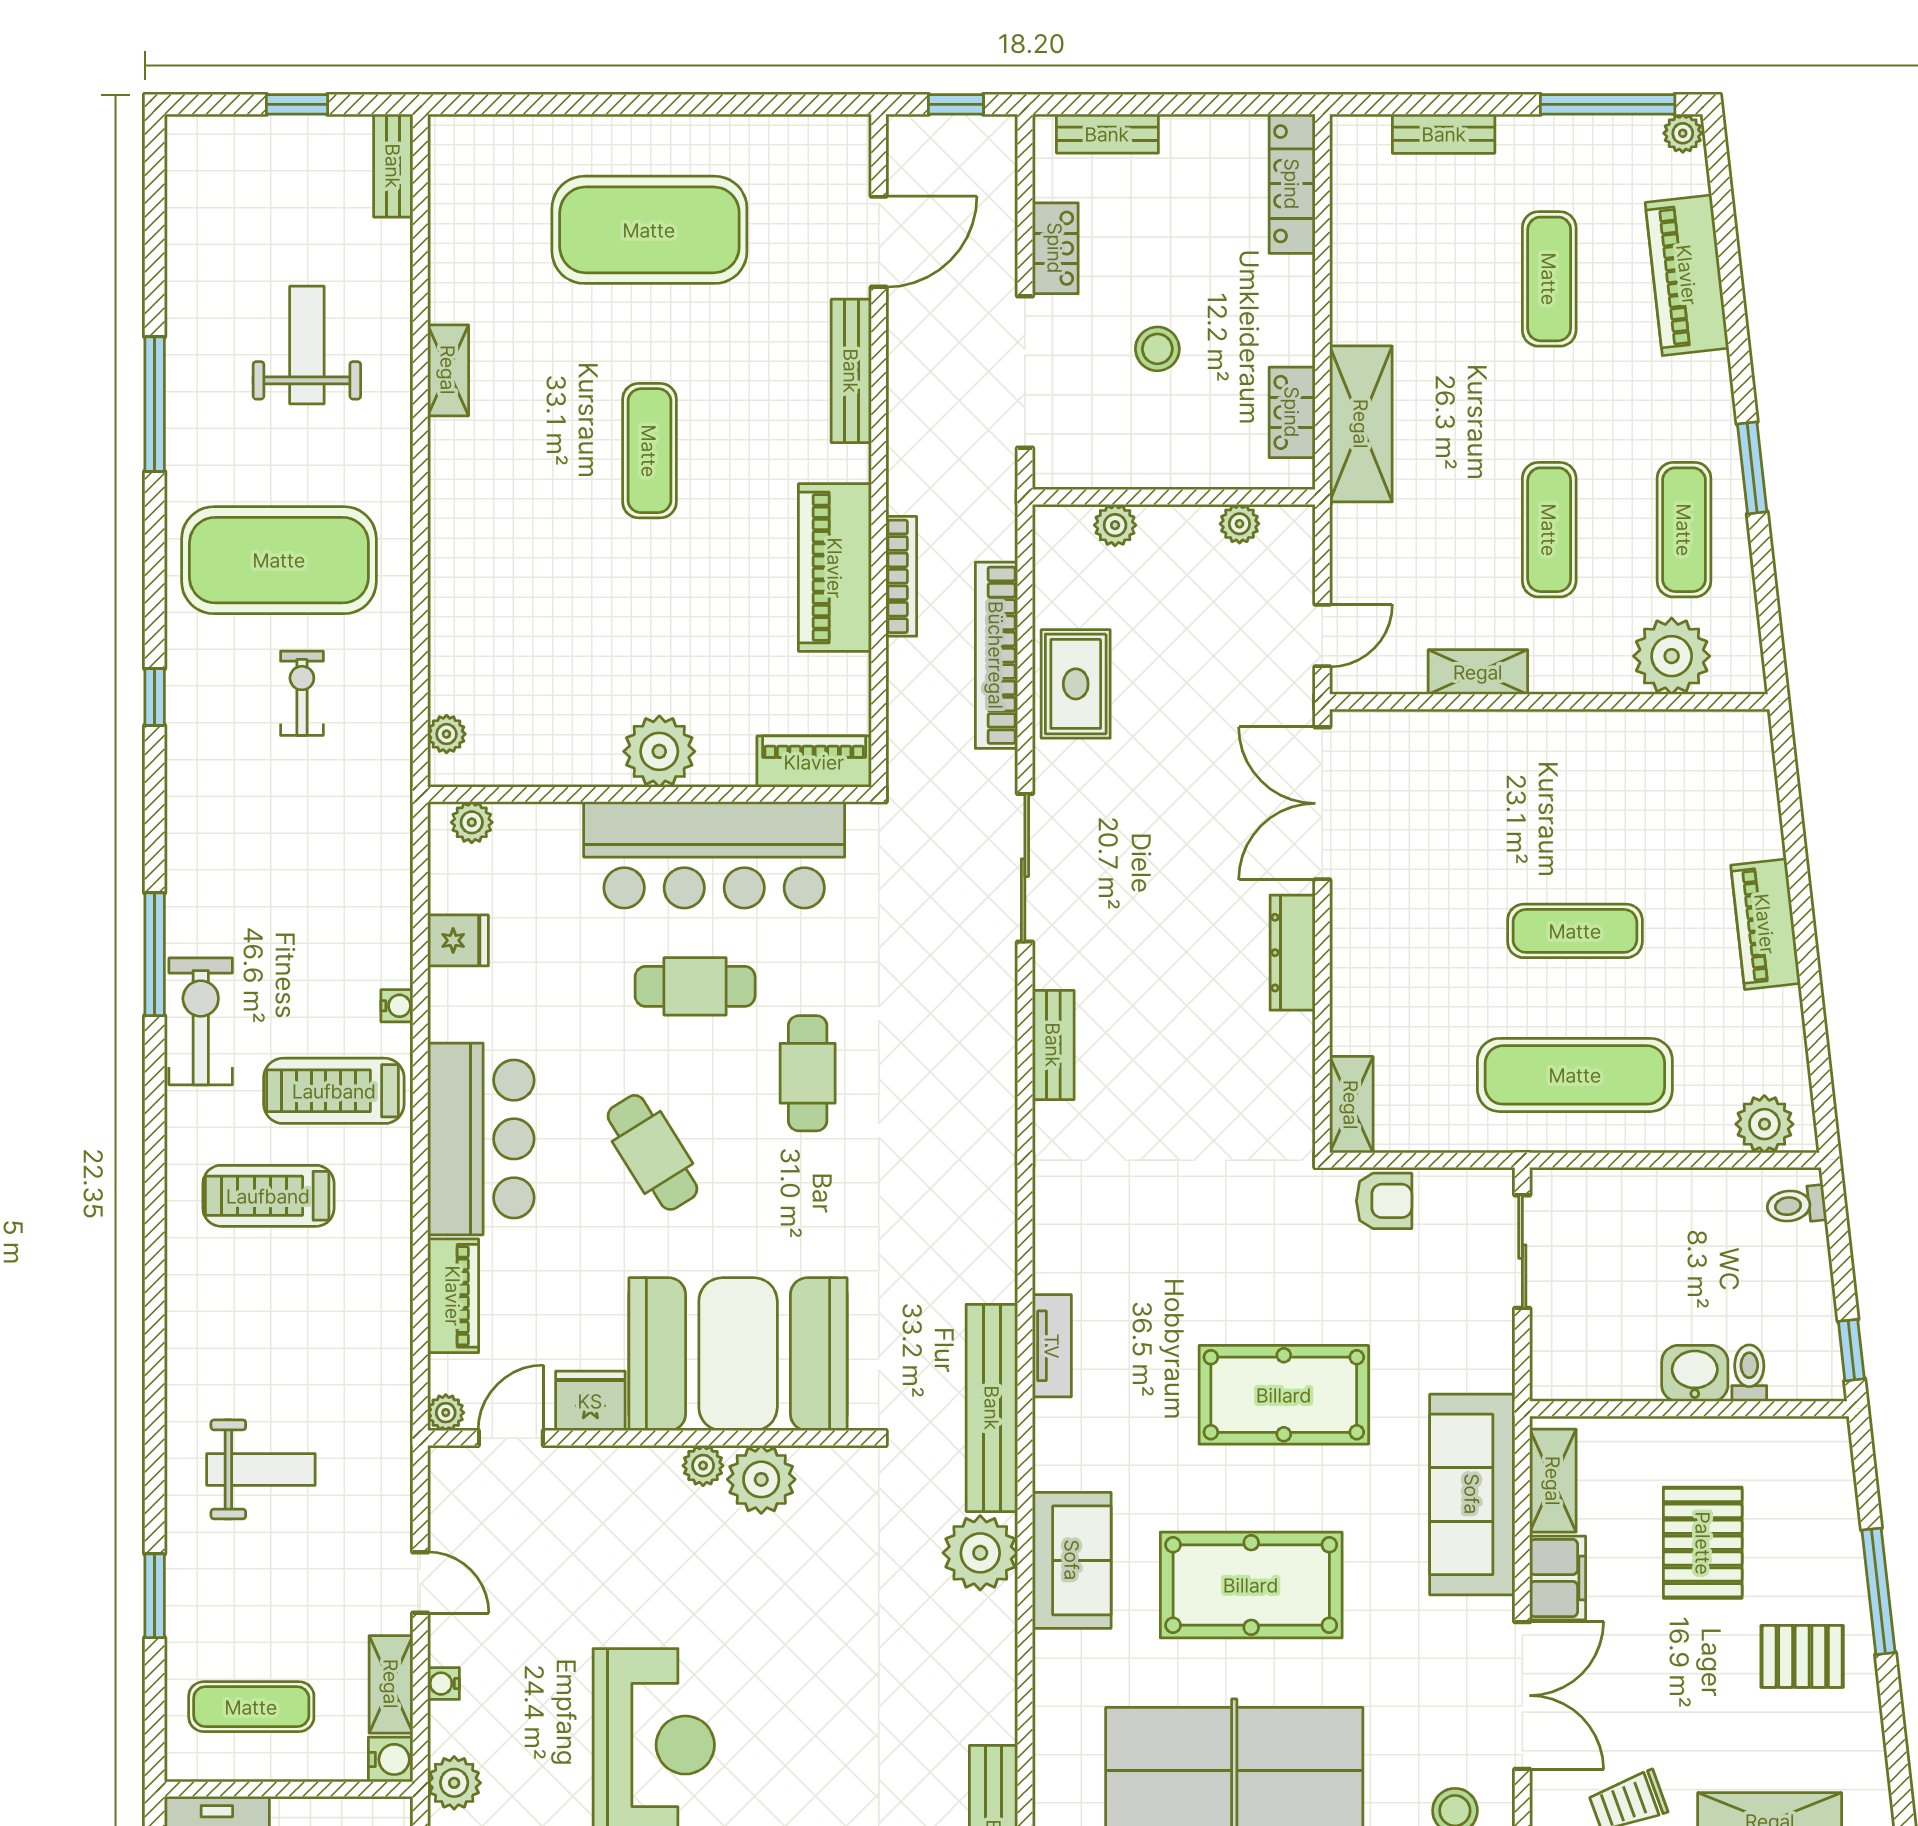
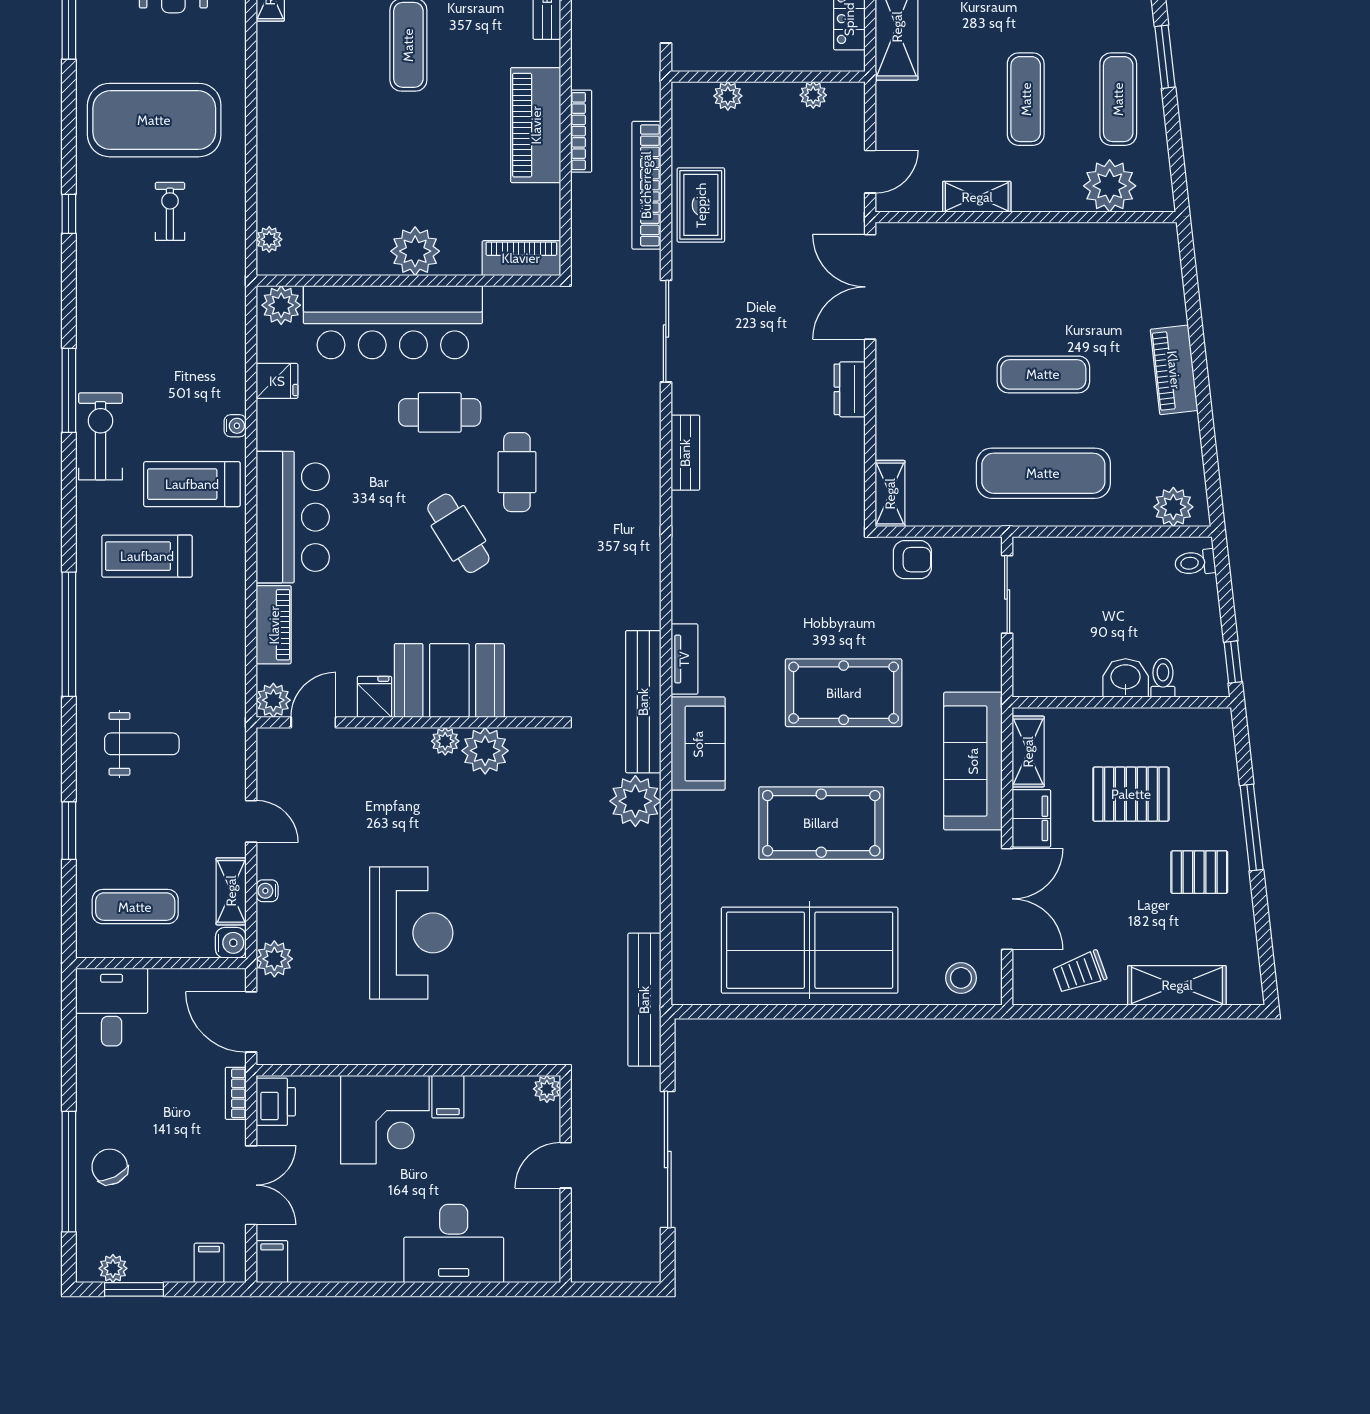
plant: (472, 822) -> (281, 305), width x1.38, depth x1.38
bar counter: (714, 855) -> (393, 322), moved
dresser: (1293, 953) -> (850, 389), width x0.70
cafe table: (652, 1152) -> (458, 533), moved
window: (155, 1310) -> (69, 634), added
booth: (738, 1354) -> (449, 680), width x0.73, depth x0.70
fridge: (590, 1401) -> (374, 697), width x0.72
plant: (446, 1413) -> (273, 700), width x1.38, depth x1.38
pallet: (1703, 1543) -> (1131, 794), turned 90
sofa: (1072, 1560) -> (698, 744), moved

